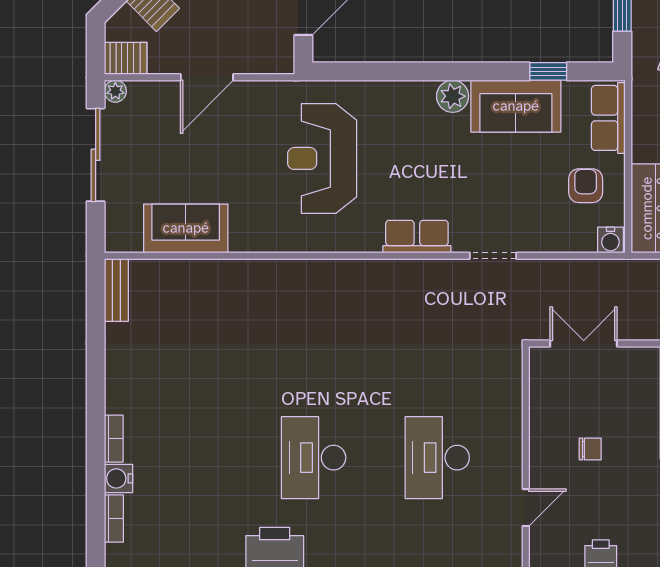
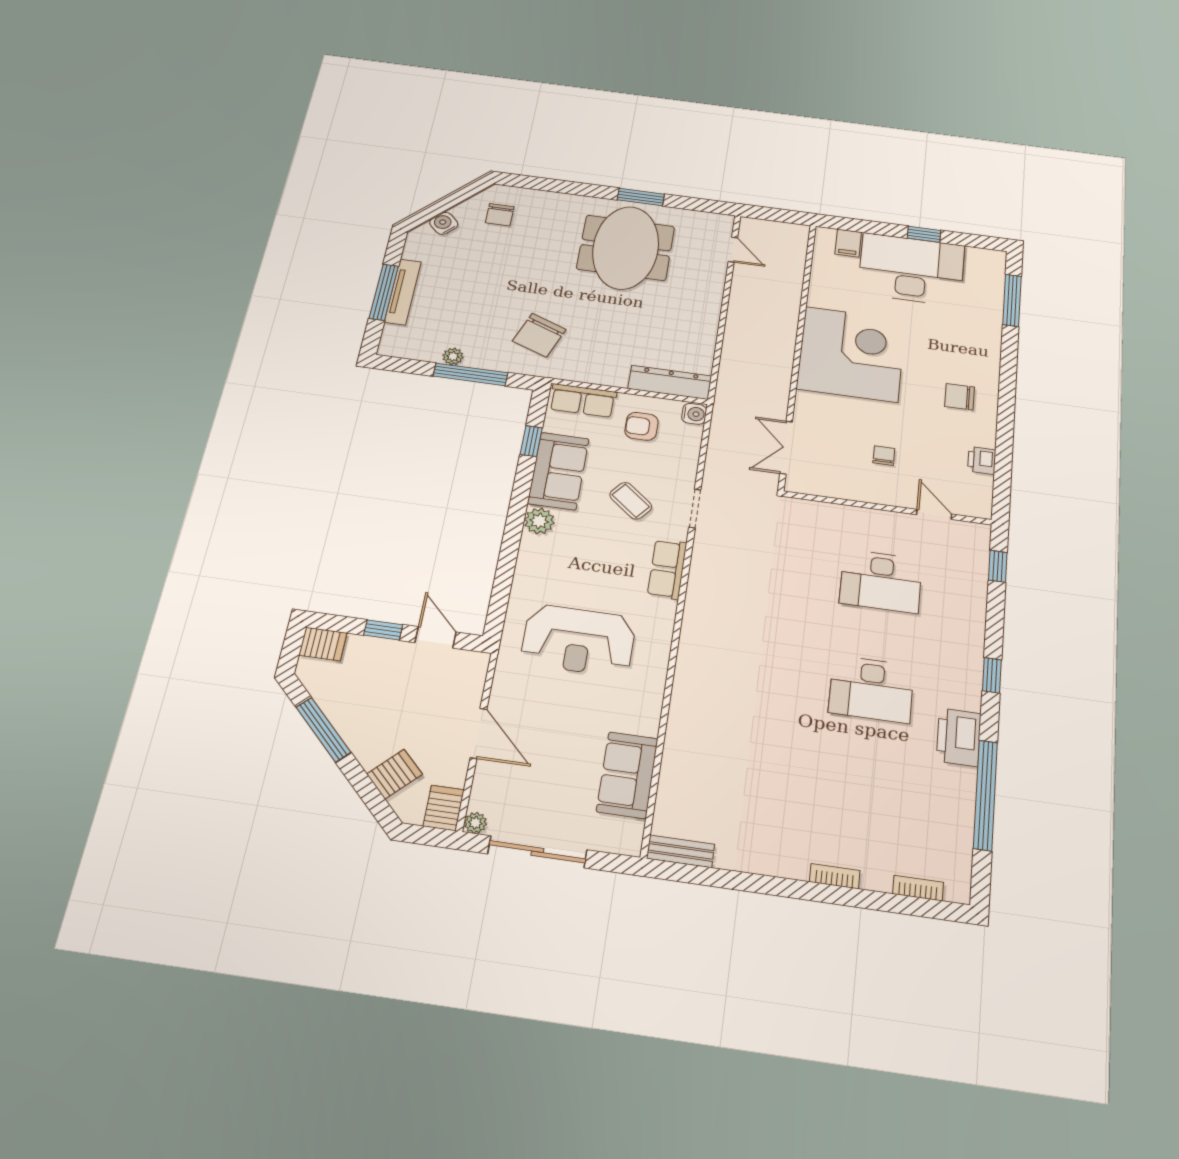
coffee table: (492, 187) -> (631, 501), added
water cooler: (119, 478) -> (877, 877), removed

